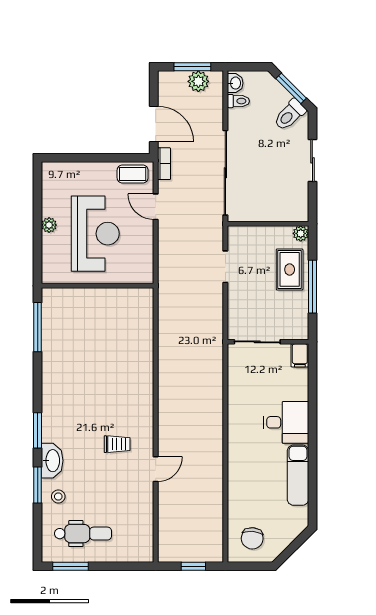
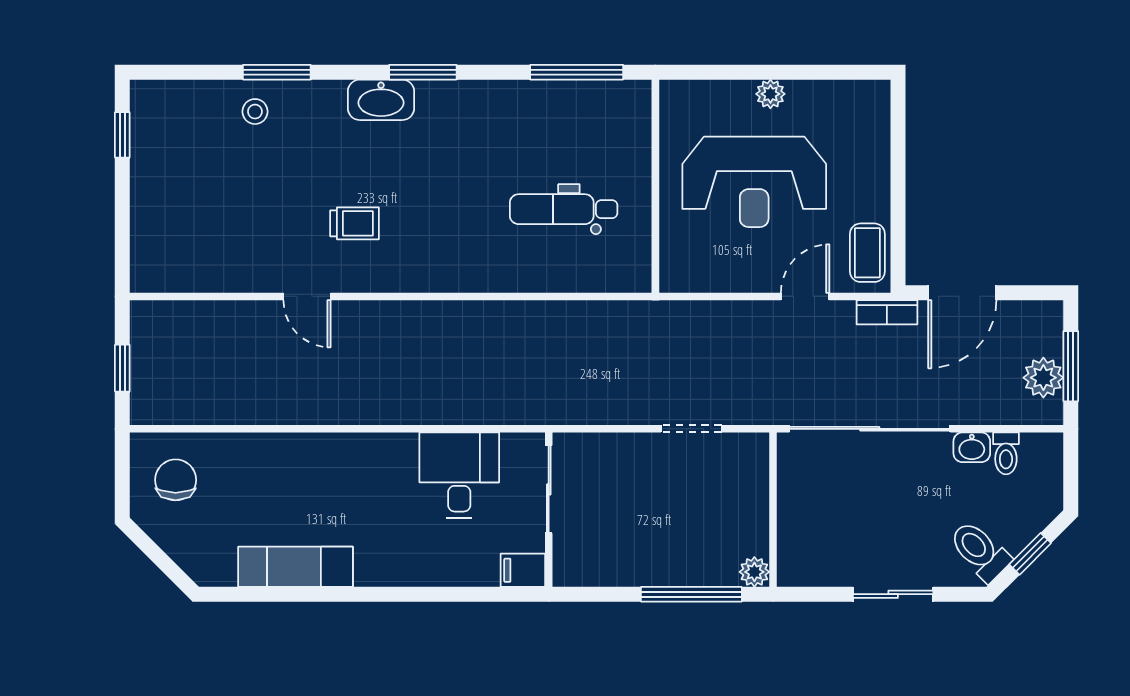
washbasin: (235, 83) -> (972, 447), moved
window: (291, 88) -> (1030, 554), width x0.67
rug: (290, 269) -> (686, 551), removed
window: (312, 287) -> (691, 594), moved
desk: (286, 422) -> (459, 475), moved, turned 180
window: (38, 430) -> (423, 72), moved
trolley: (117, 444) -> (354, 223), turned -90
washbasin: (52, 461) -> (381, 100), moved
dental chair: (83, 534) -> (564, 209), moved, turned 90
chair: (252, 538) -> (176, 480), turned 85
window: (71, 566) -> (122, 135), width x0.67

